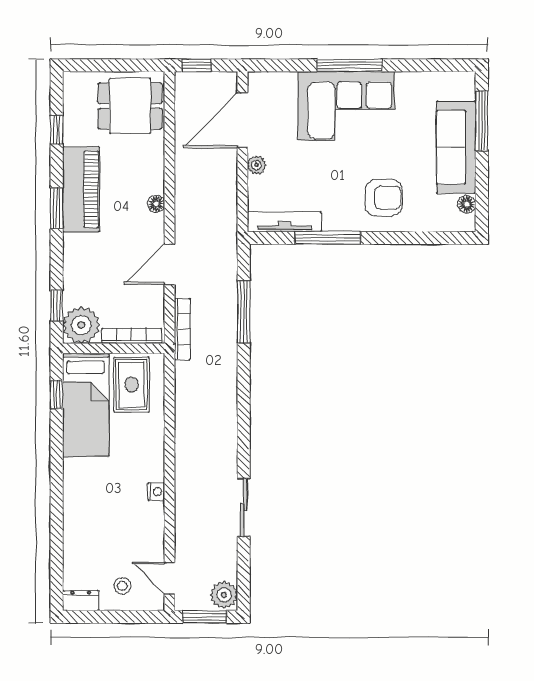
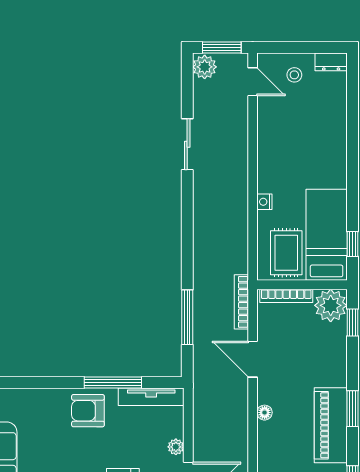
armchair: (384, 198) -> (88, 411), moved
door: (170, 264) -> (253, 359), swing flipped
nightstand: (156, 492) -> (264, 202), moved

